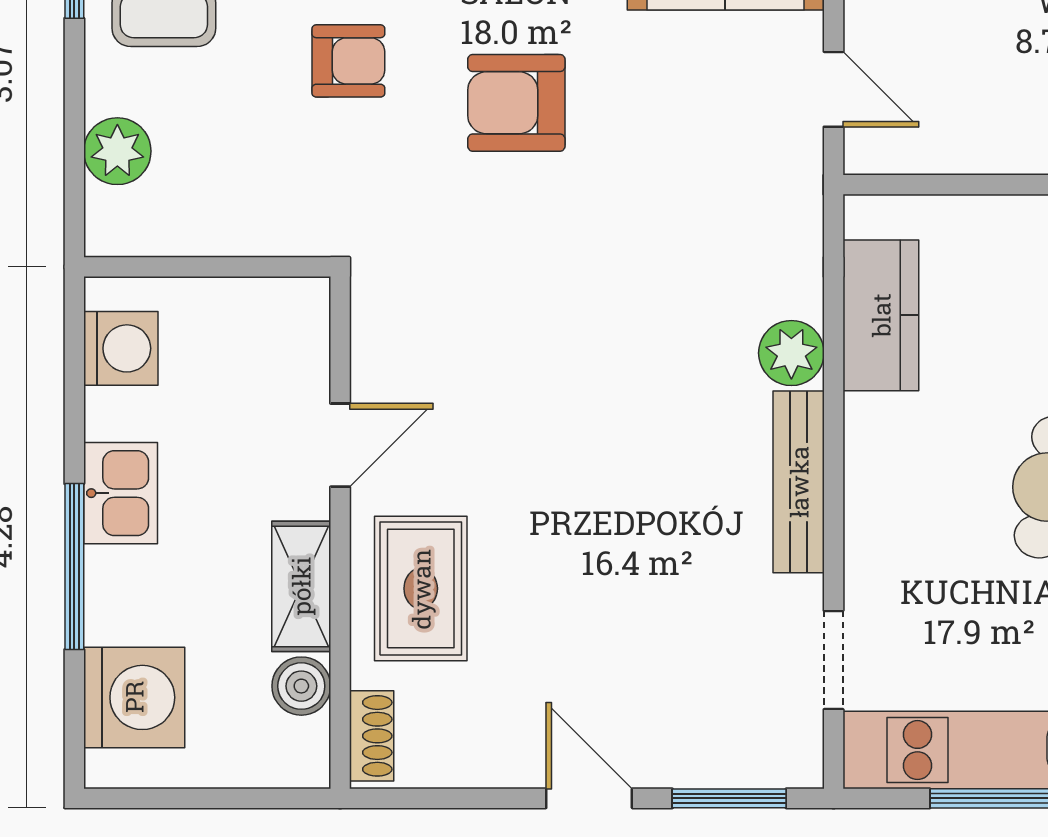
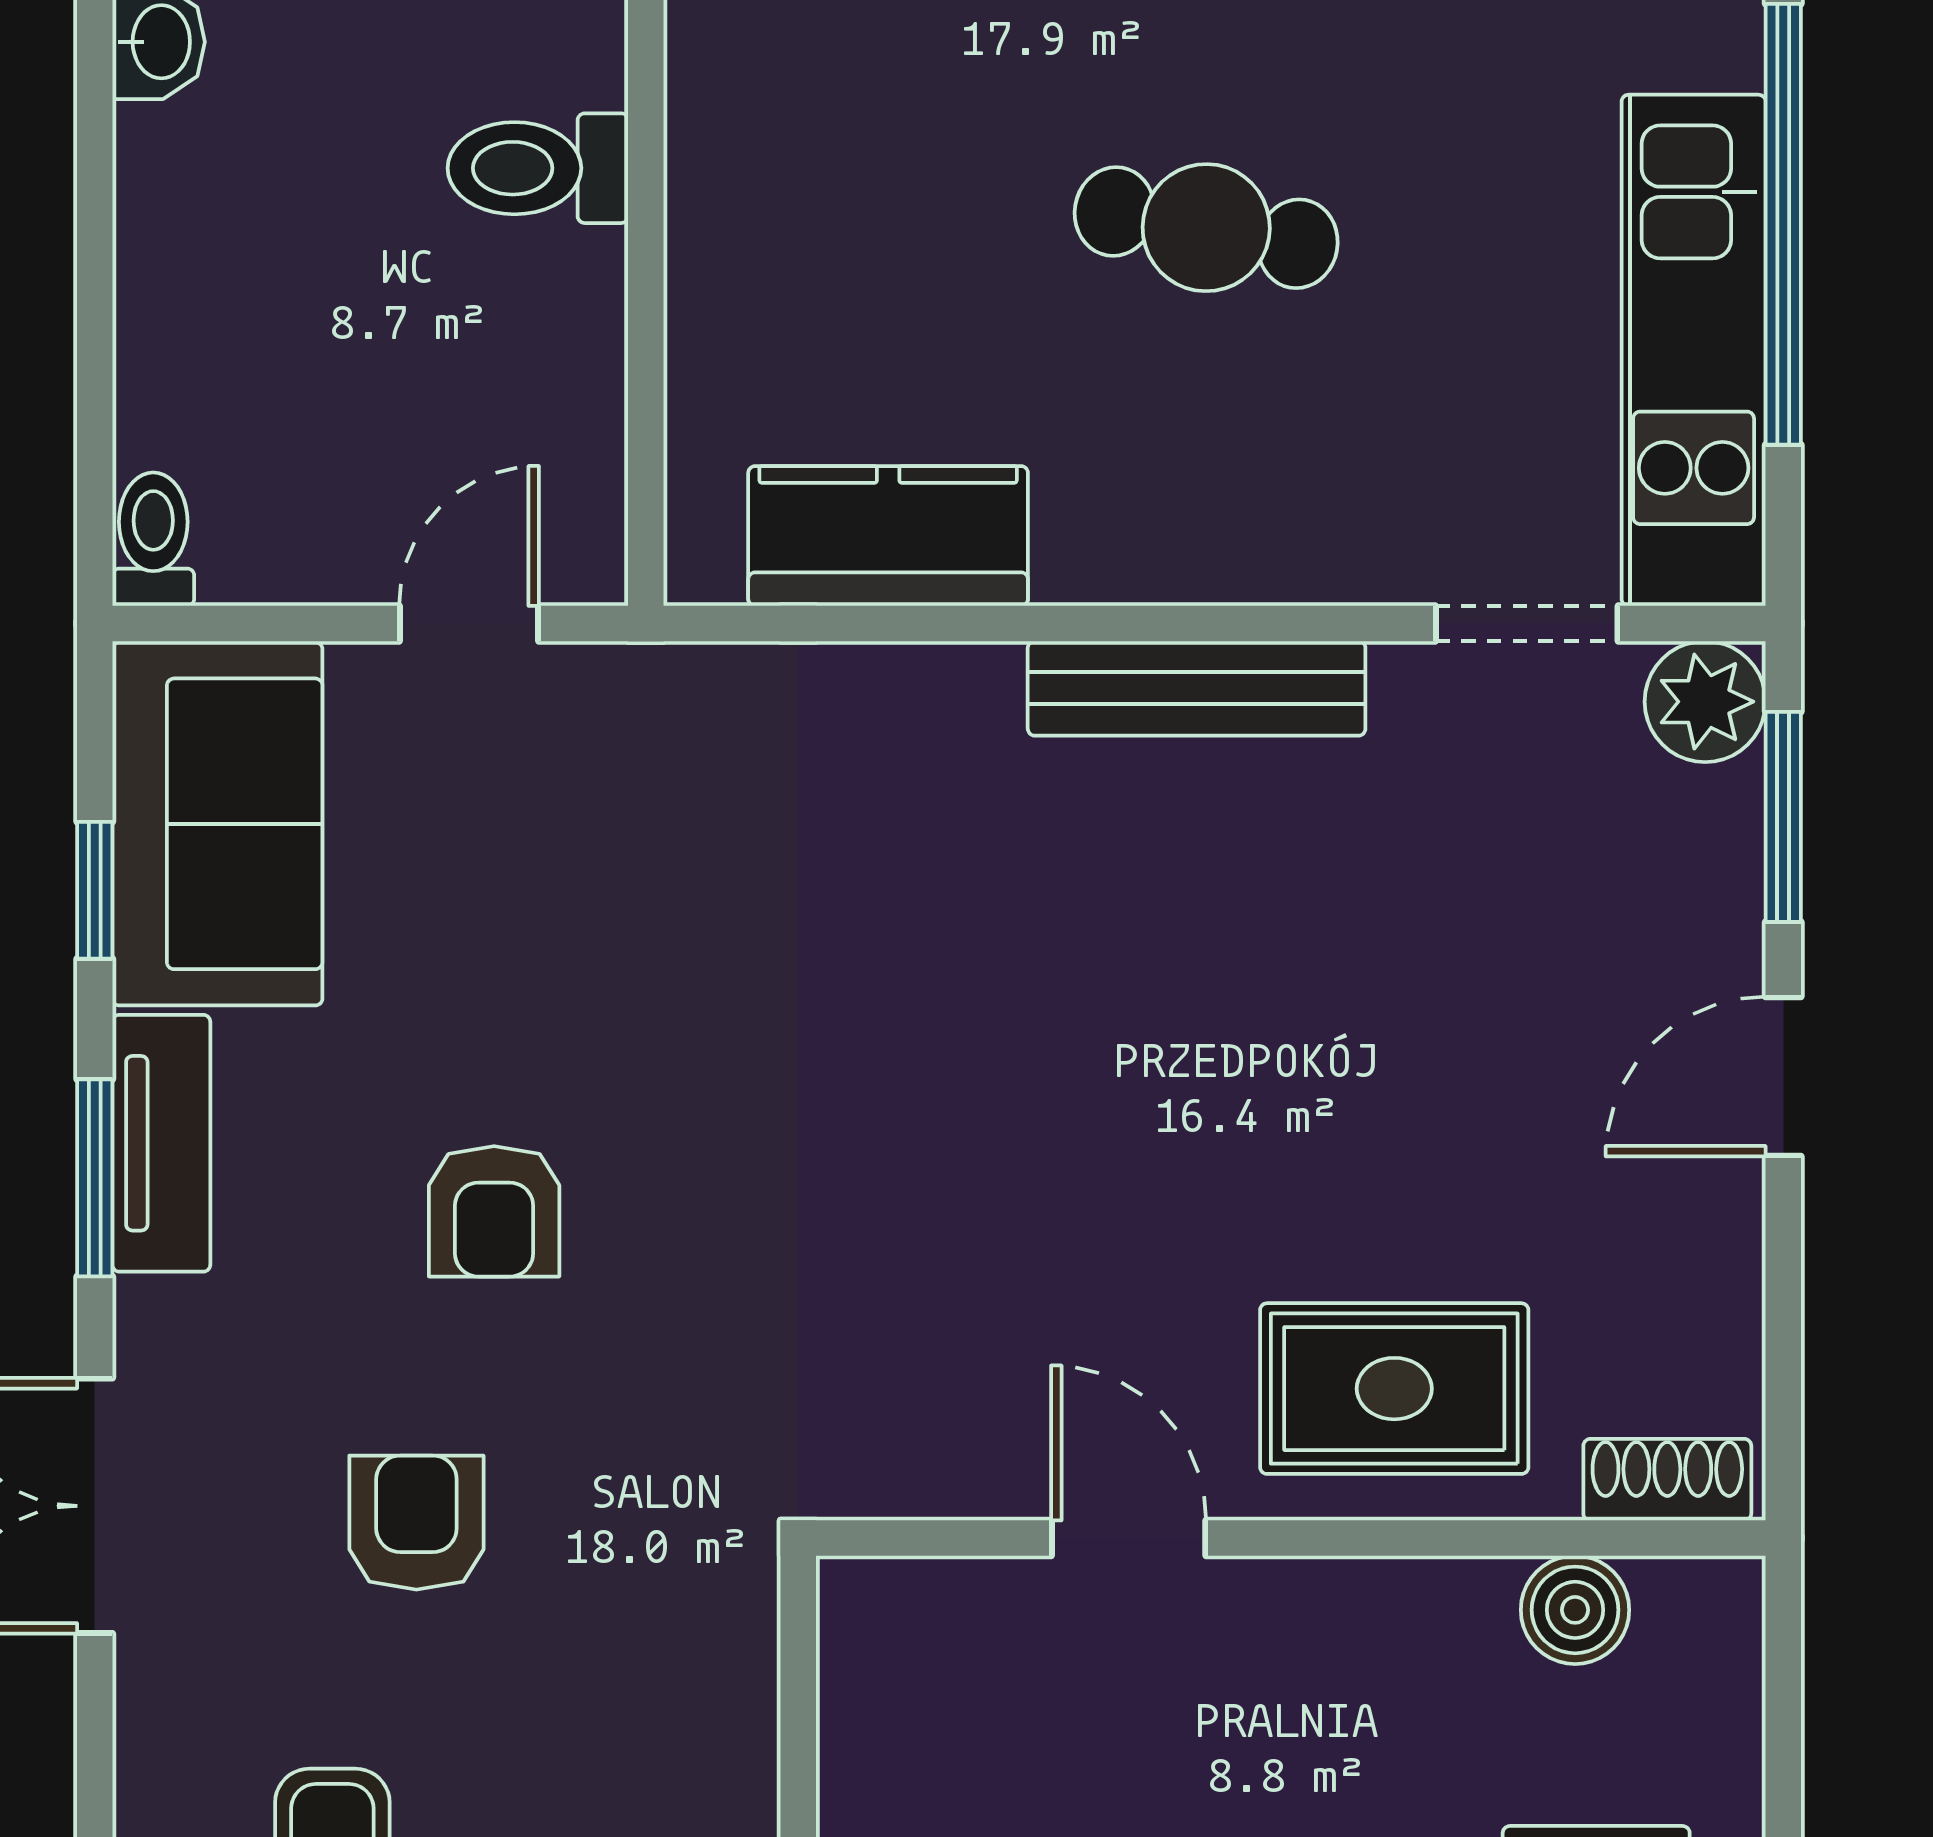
armchair: (516, 103) -> (494, 1211), width x0.72, depth x0.72
plant: (791, 353) -> (1705, 702), moved
shelving: (301, 586) -> (1390, 1610), removed

